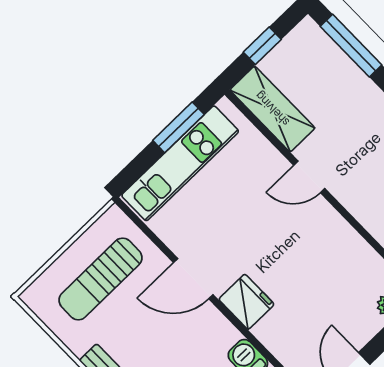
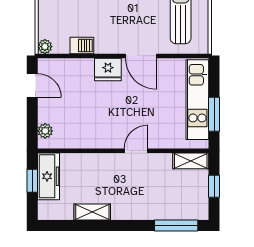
shelving: (272, 109) -> (191, 161), width x0.67, depth x0.75
door: (193, 279) -> (141, 56), swing flipped

